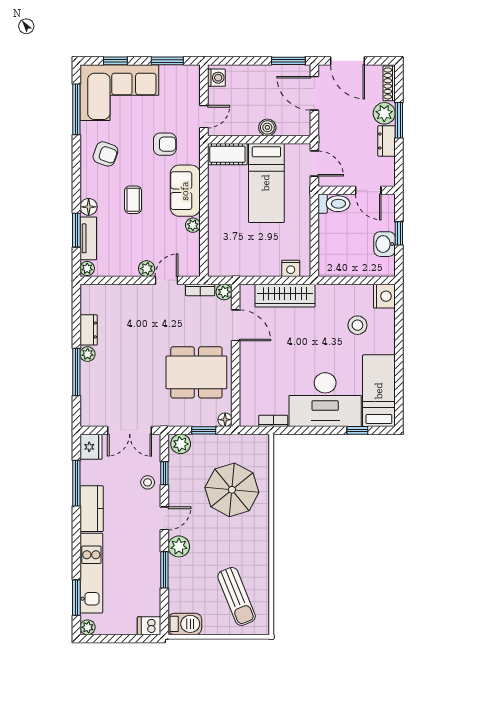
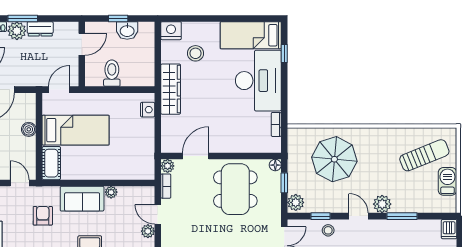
toilet: (334, 204) -> (112, 73), moved
wardrobe: (285, 296) -> (171, 89), moved
barbecue: (185, 624) -> (447, 181), moved

